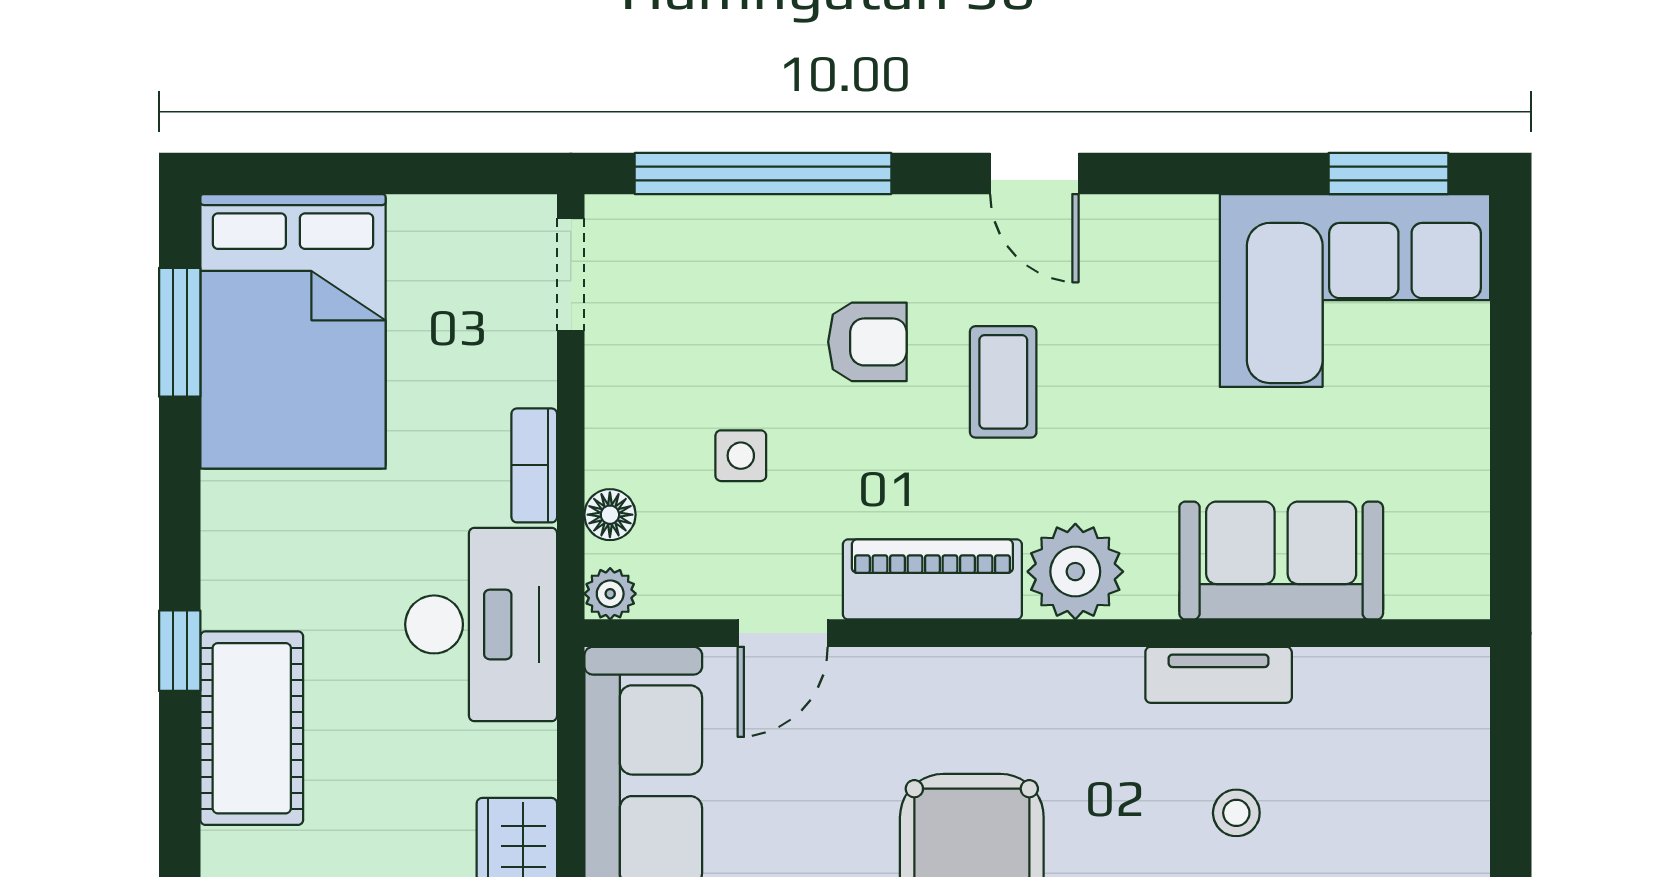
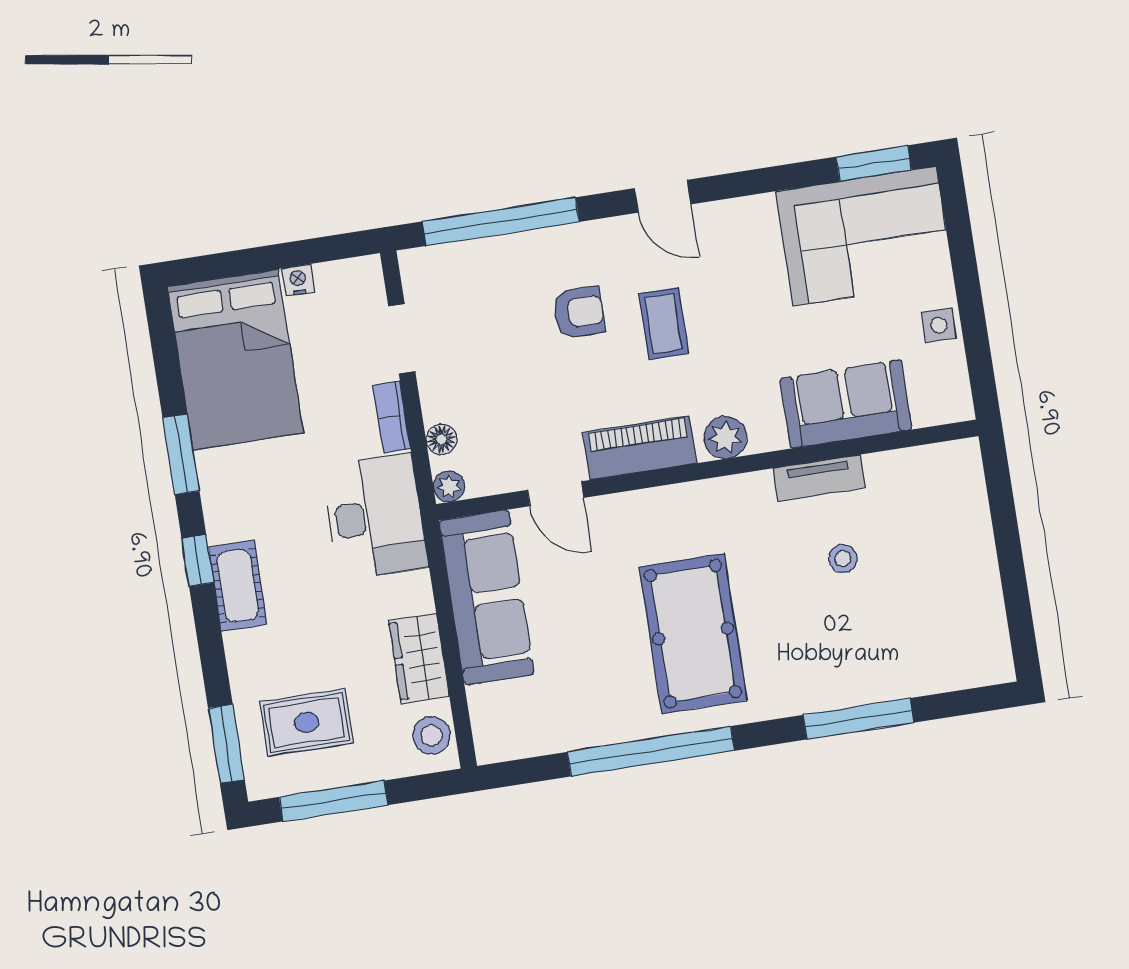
nightstand: (416, 217) -> (298, 280), added
doorway: (571, 275) -> (402, 339), moved
window: (180, 332) -> (181, 454), moved
side table: (741, 456) -> (939, 325), moved
plant: (1075, 572) -> (725, 437), width x0.73, depth x0.73
door: (783, 633) -> (556, 494), hinge flipped
cot: (252, 728) -> (238, 586), width x0.73, depth x0.75

